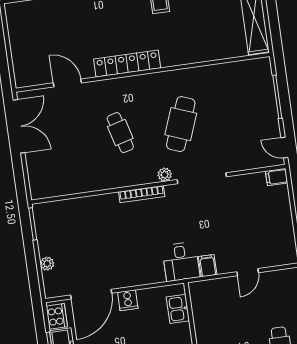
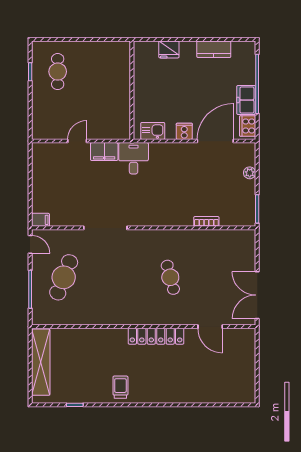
cafe table: (181, 124) -> (64, 277), moved
plant: (165, 175) -> (137, 236), removed
bookcase: (142, 194) -> (206, 221), moved, width x0.64
filing cabinet: (208, 266) -> (104, 152), width x2.00
kitchen sink: (178, 309) -> (153, 131), moved, turned -90

